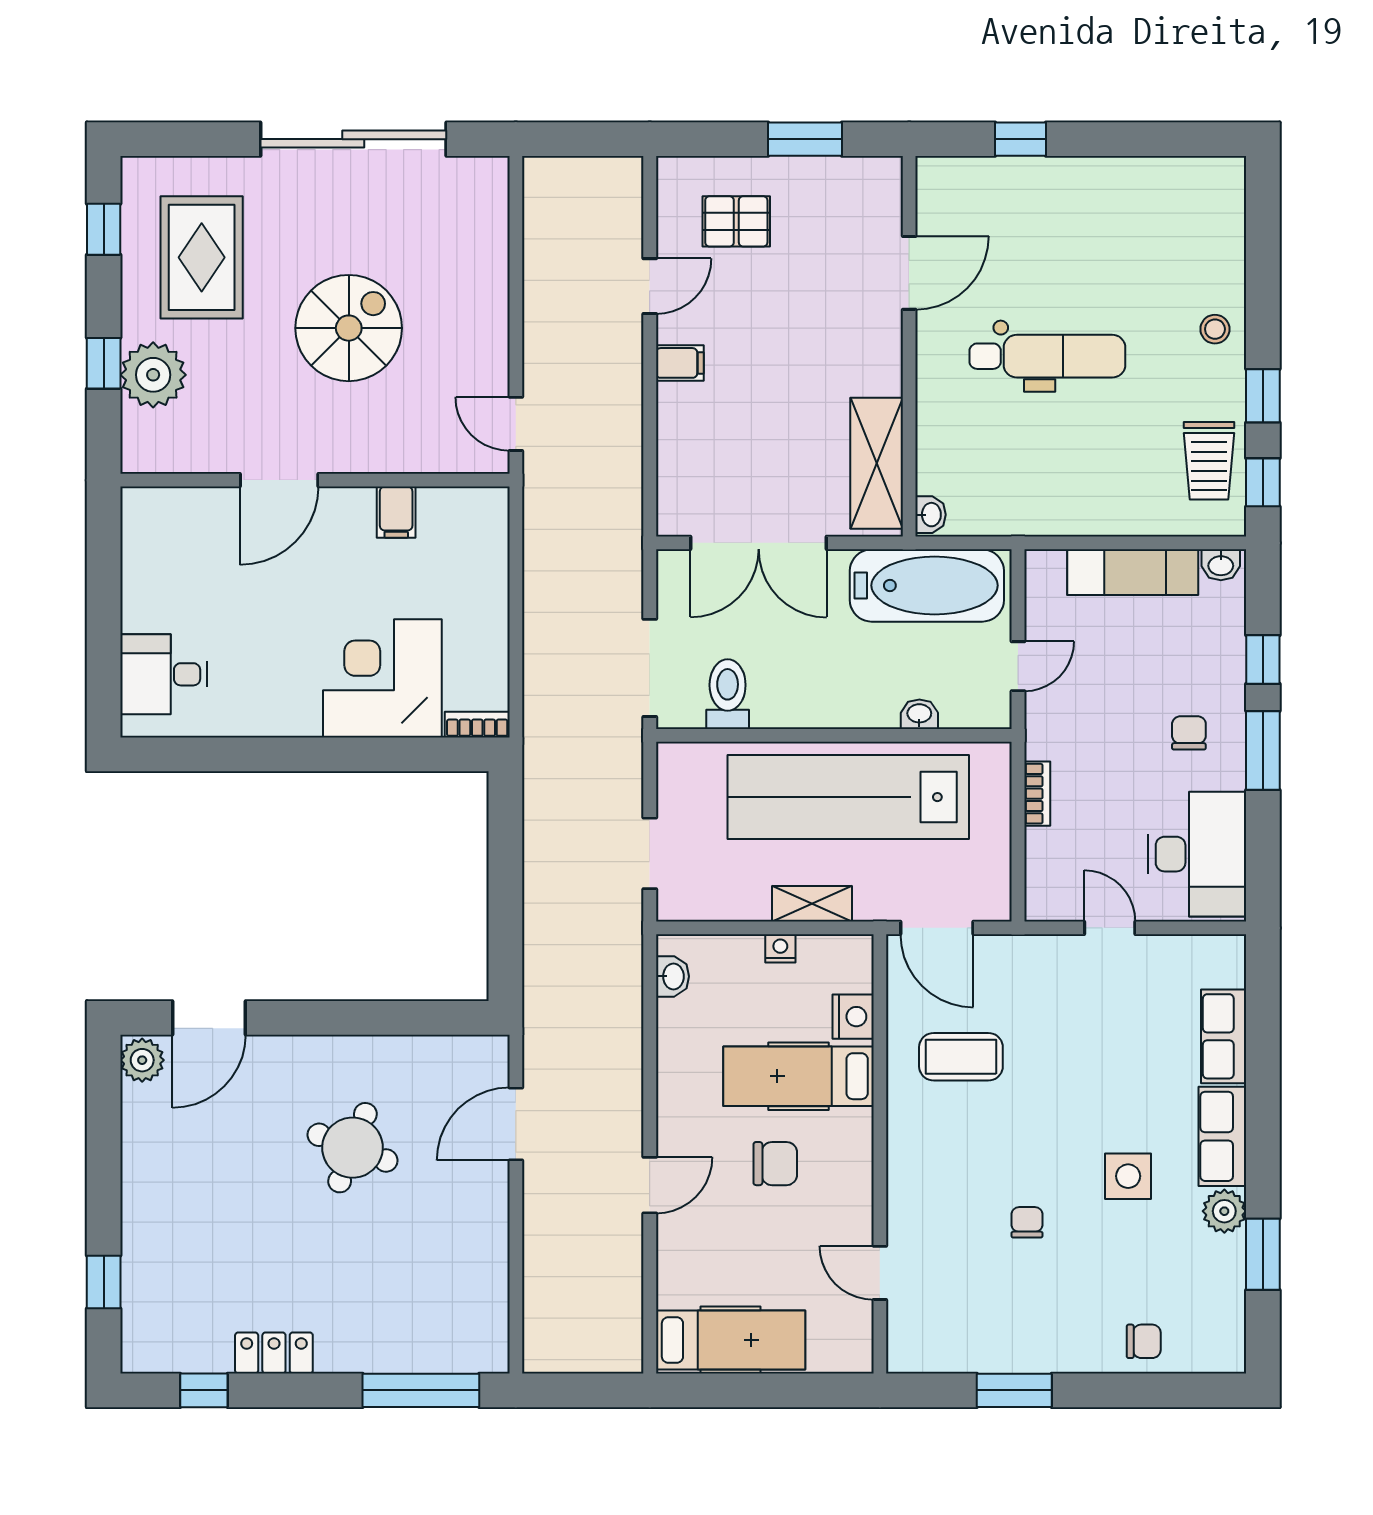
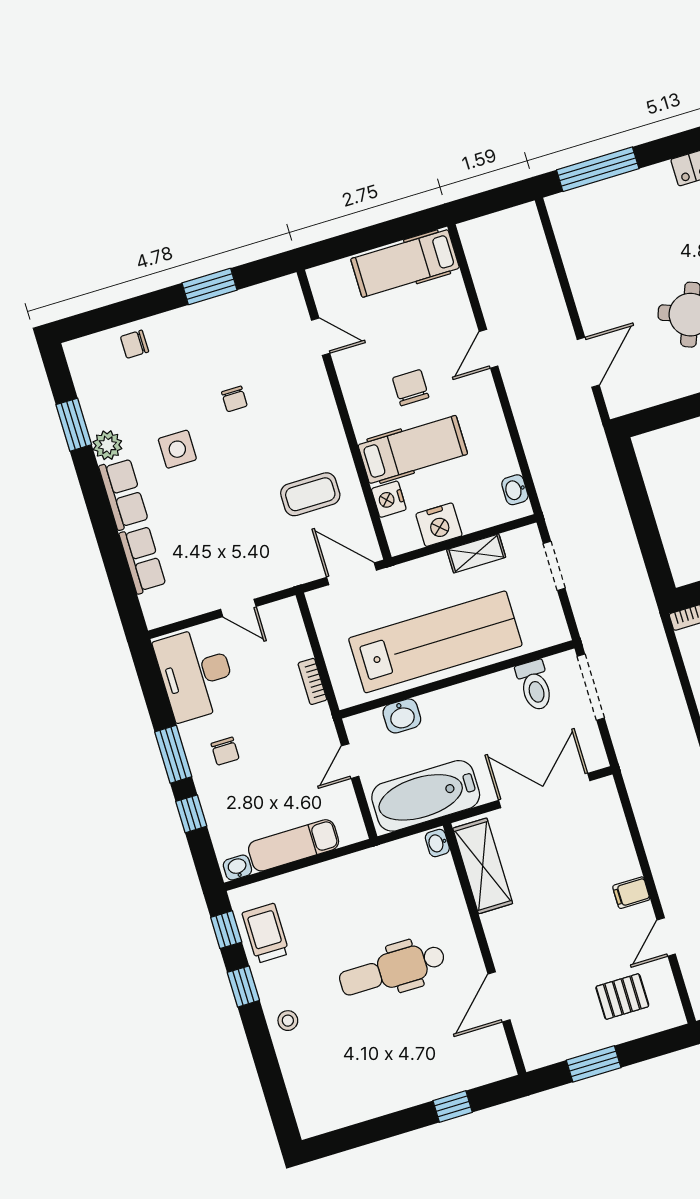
washbasin: (919, 714) -> (402, 716), width x1.38, depth x1.45
shelving: (812, 904) -> (476, 553), moved
nightstand: (780, 948) -> (439, 525), width x1.89, depth x1.79
chair: (775, 1164) -> (411, 388), turned 90

